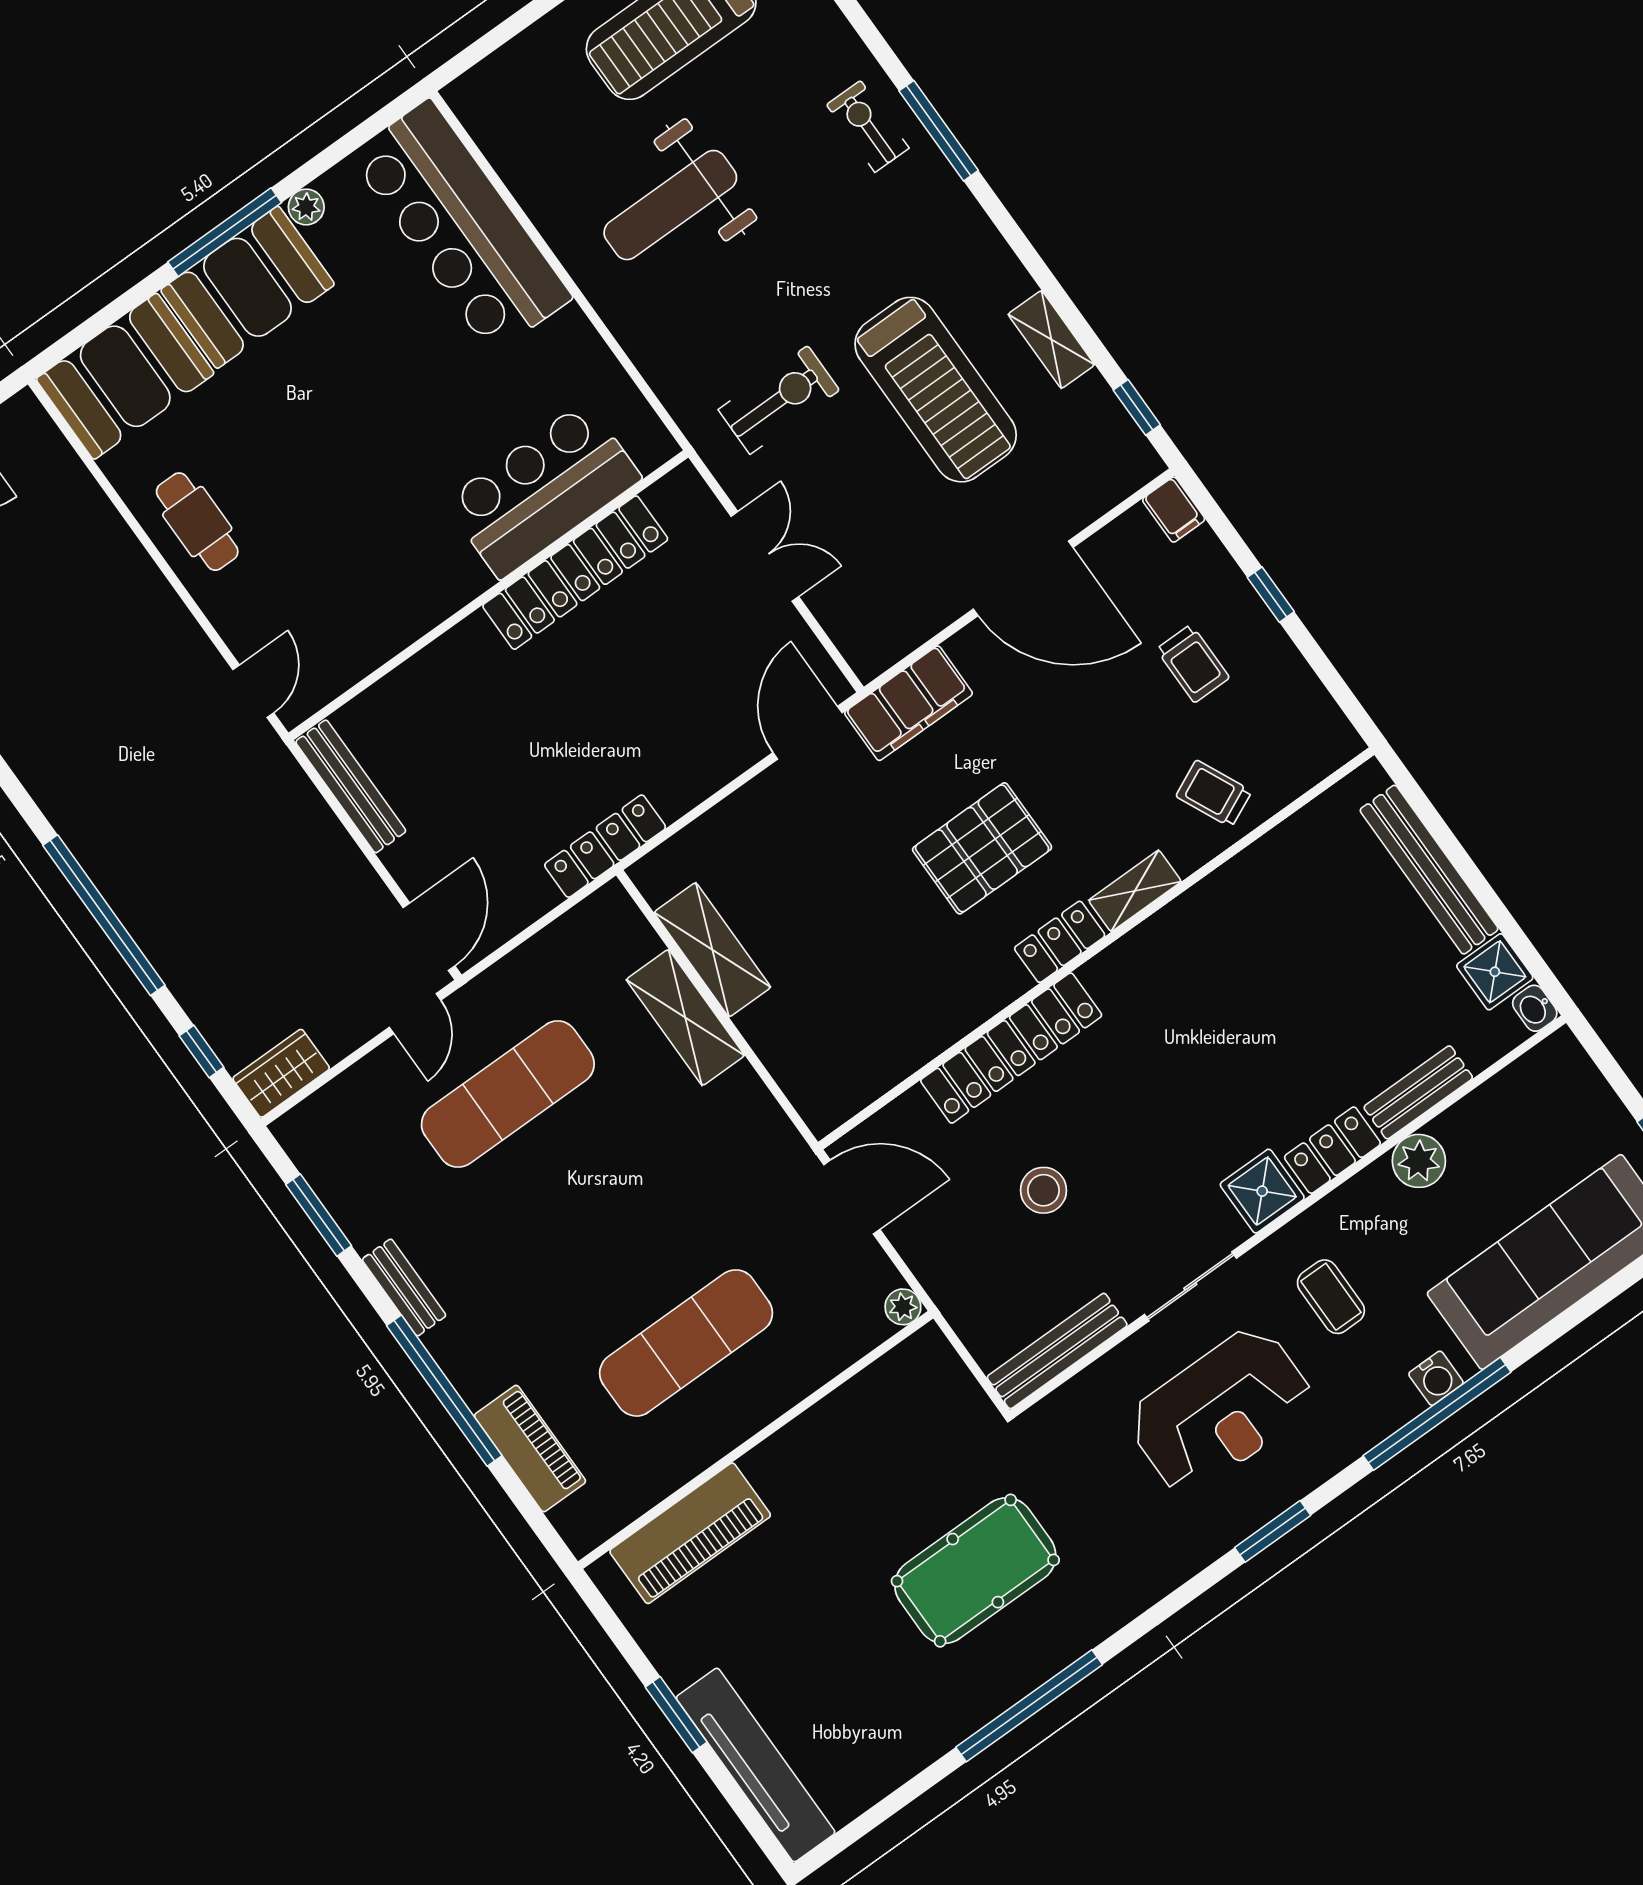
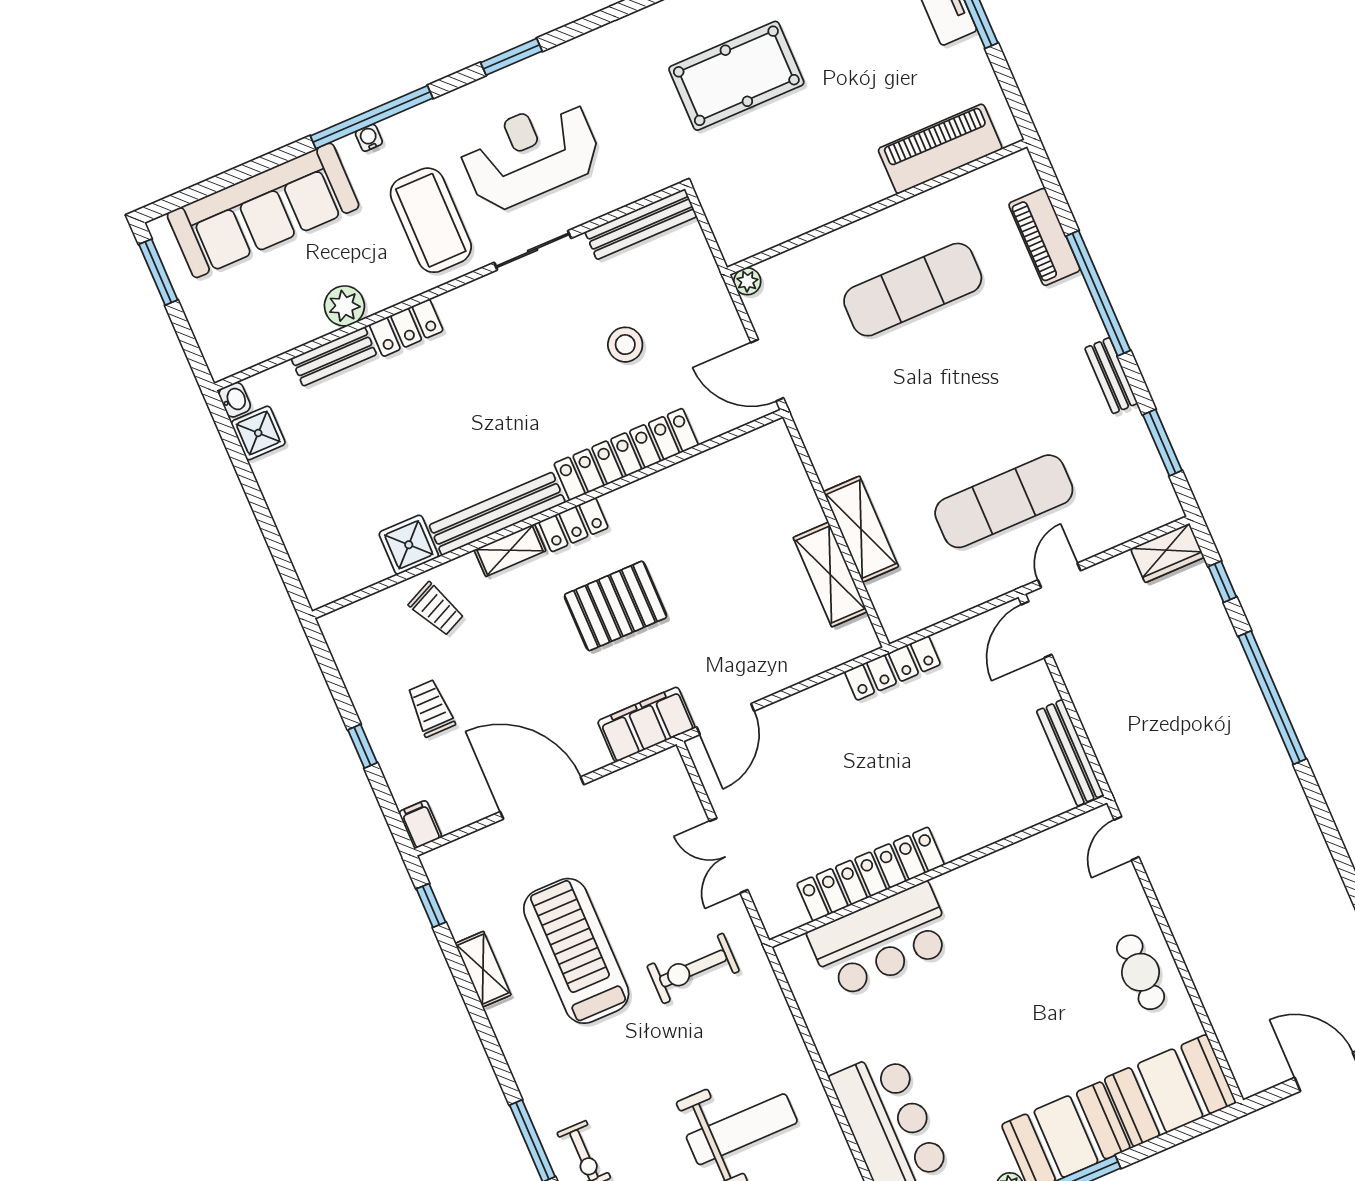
bench: (1429, 870) -> (497, 514), moved, turned 90
shower: (1262, 1191) -> (409, 545), moved
coffee table: (1331, 1297) -> (431, 220), width x1.86, depth x1.72
water cooler: (1436, 1378) -> (369, 138), width x0.72, depth x0.72

